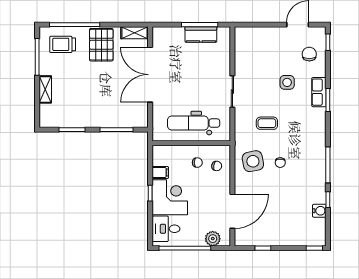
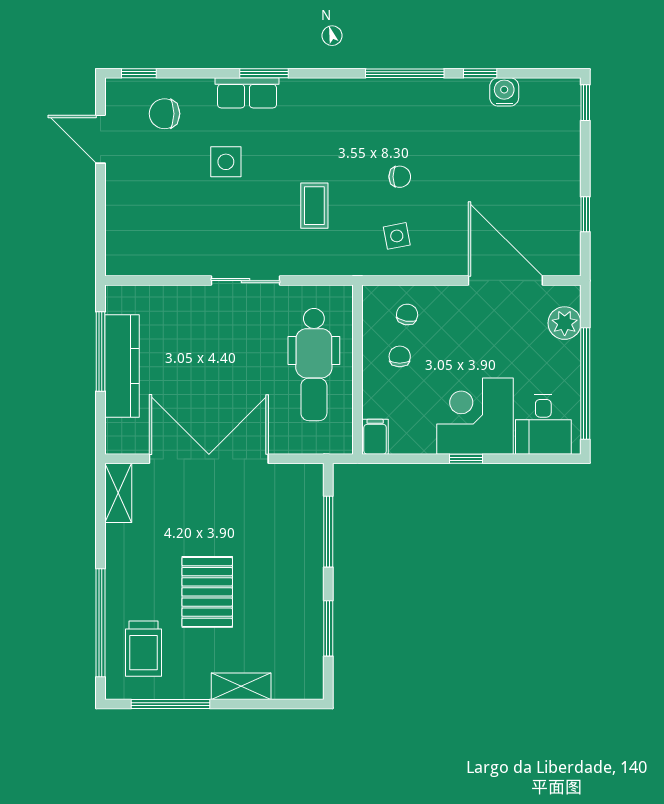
kitchen counter: (201, 35) -> (122, 366), width x1.50
pallet: (101, 45) -> (207, 592), moved, turned 90
double door: (150, 75) -> (209, 459), swing flipped
side table: (253, 161) -> (397, 236), width x0.54, depth x0.54
filing cabinet: (160, 173) -> (375, 437), moved

